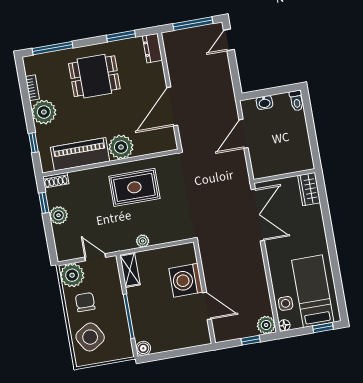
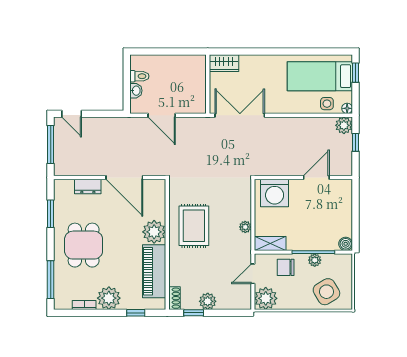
dresser: (152, 48) -> (88, 186), moved
toilet: (297, 101) -> (139, 76), moved
washing machine: (186, 280) -> (275, 193), moved
chair: (85, 302) -> (286, 267), moved
plant: (121, 319) -> (315, 260), added

